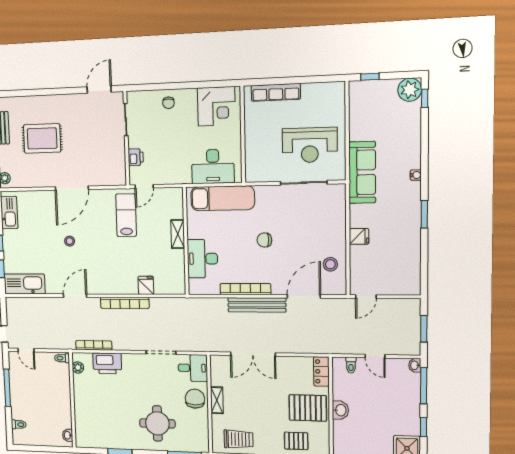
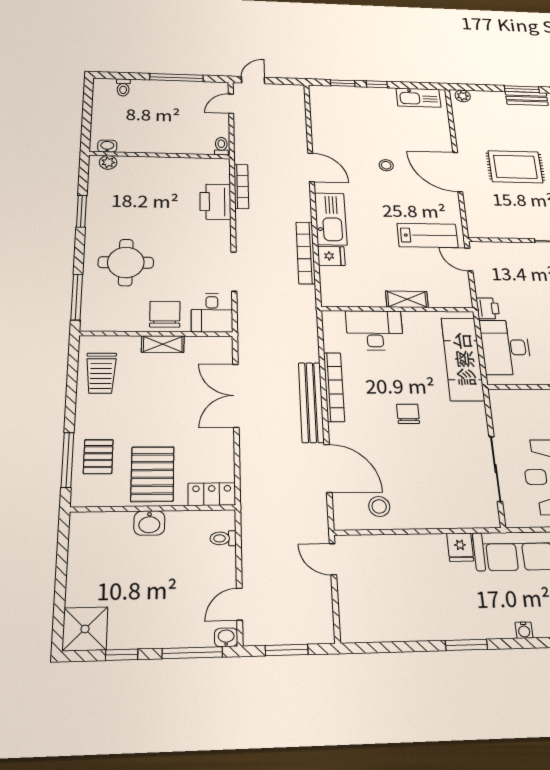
rug: (42, 138) -> (515, 167), moved, turned 90
printer: (136, 157) -> (488, 308), moved, turned -90
fridge: (359, 236) -> (460, 547), moved
kitchen sink: (25, 284) -> (331, 219), moved
bookcase: (125, 303) -> (306, 253), moved
door: (375, 356) -> (239, 604), moved
plant: (78, 367) -> (108, 162), moved
chair: (195, 399) -> (165, 314), turned -90

